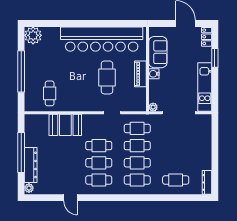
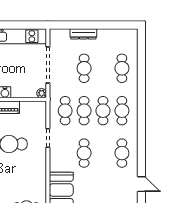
cafe table: (99, 163) -> (84, 68), moved
dresser: (207, 182) -> (83, 34), moved
door: (71, 198) -> (141, 184), hinge flipped

